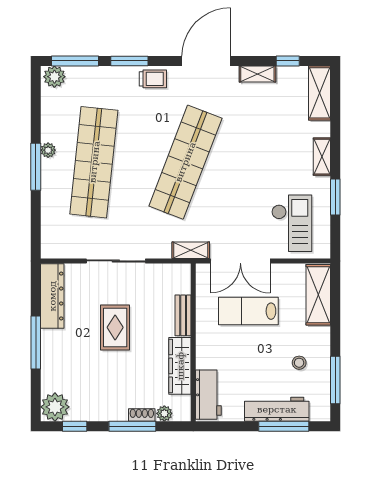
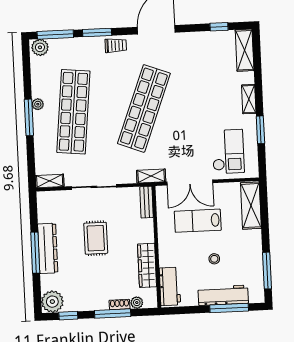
shelving: (257, 74) -> (50, 181), moved
dresser: (52, 296) -> (48, 248), moved
bench: (183, 315) -> (146, 202), moved
stool: (299, 363) -> (214, 259), moved

